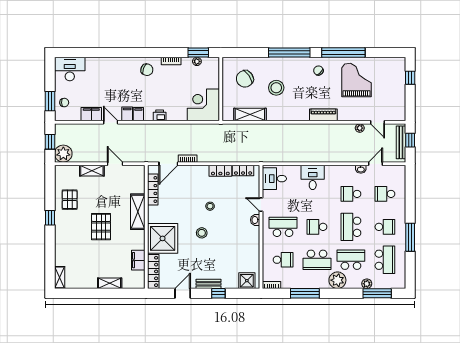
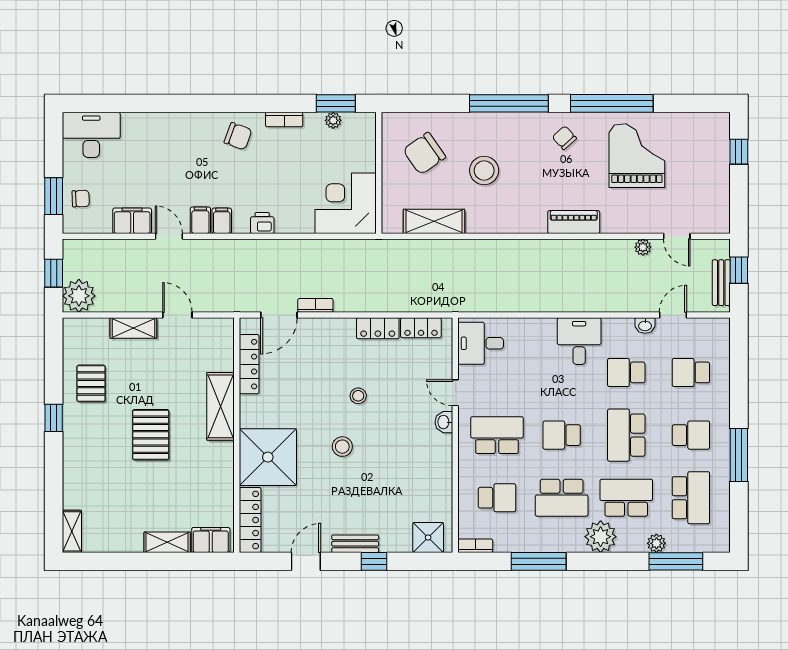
bench: (401, 142) -> (721, 283), width x0.73
desk: (313, 177) -> (579, 341), moved
filing cabinet: (138, 260) -> (211, 540), moved, turned 90

